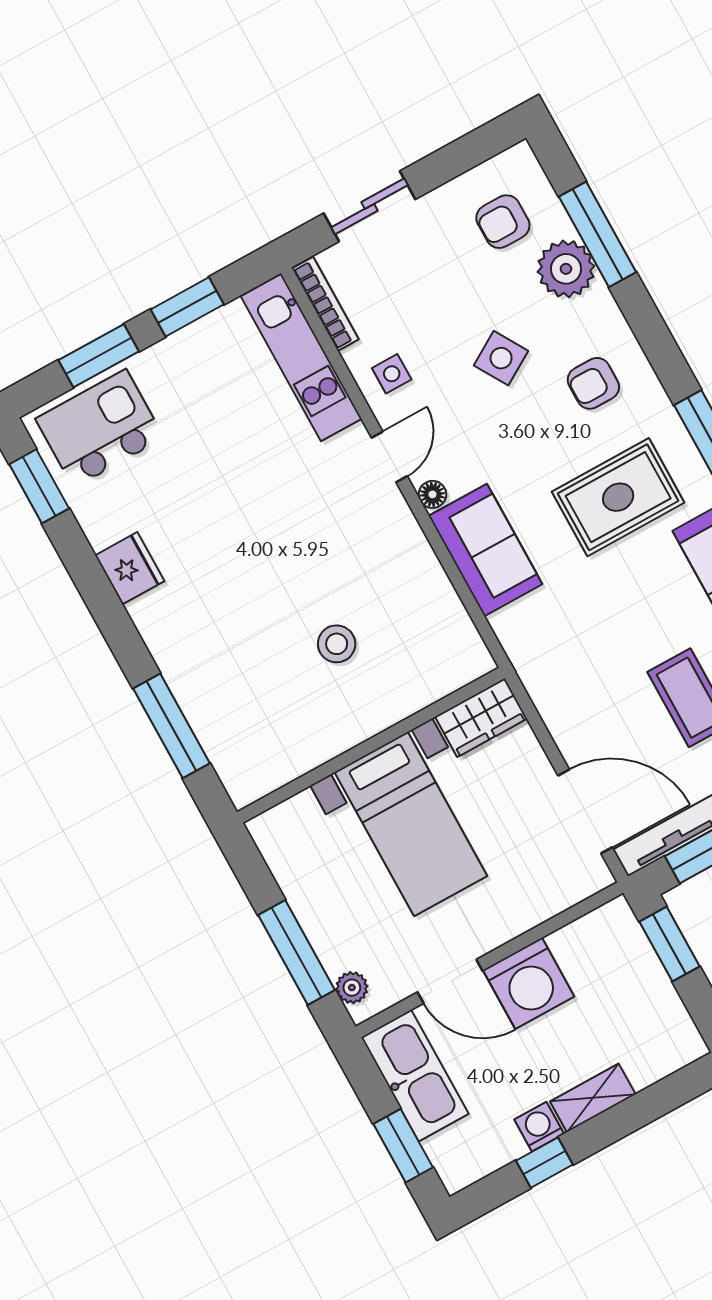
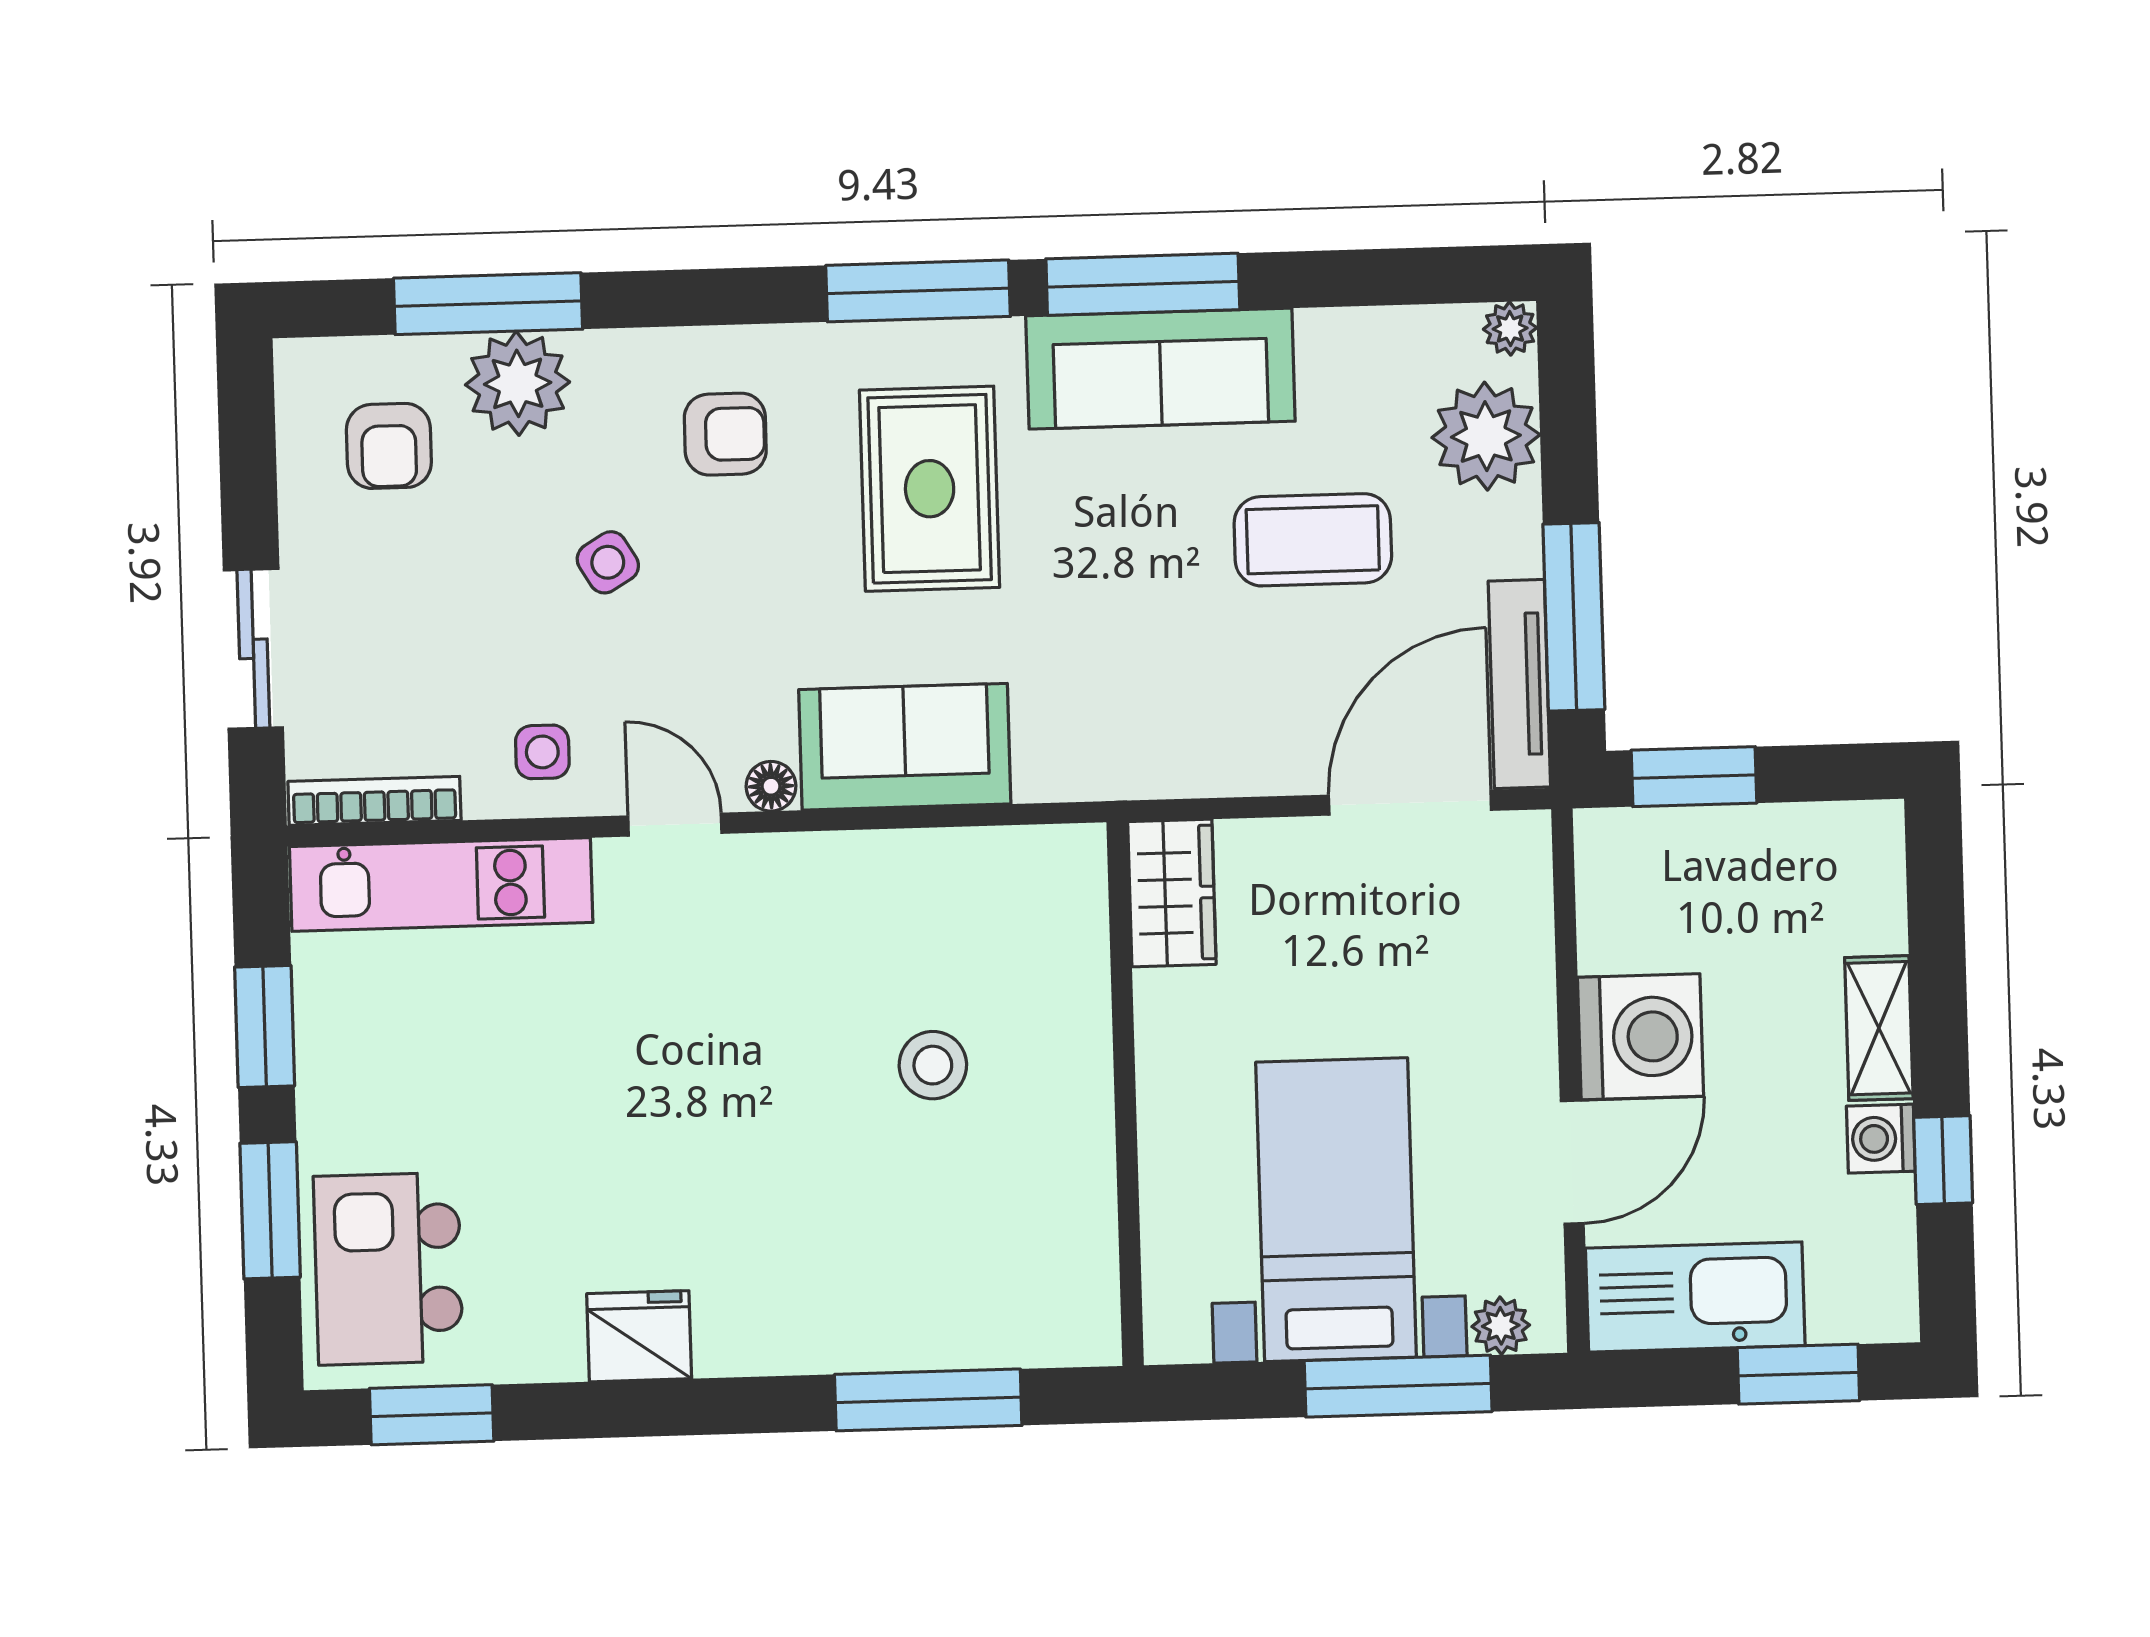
side table: (501, 358) -> (608, 562), width x0.73, depth x0.73
armchair: (593, 383) -> (725, 434), turned -90
bed with nightstands: (411, 824) -> (1336, 1210), moved, turned -90

